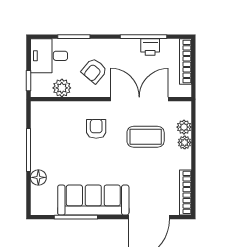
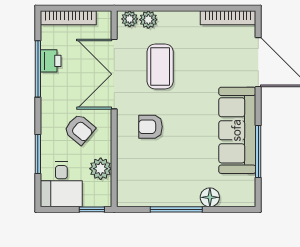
plant: (185, 142) -> (130, 19), moved

